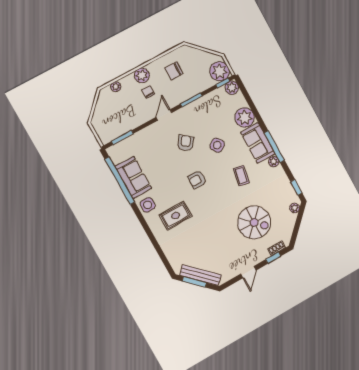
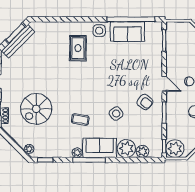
plant: (232, 88) -> (143, 151), moved
armchair: (185, 143) -> (145, 102), moved
armchair: (197, 180) -> (97, 82), removed

